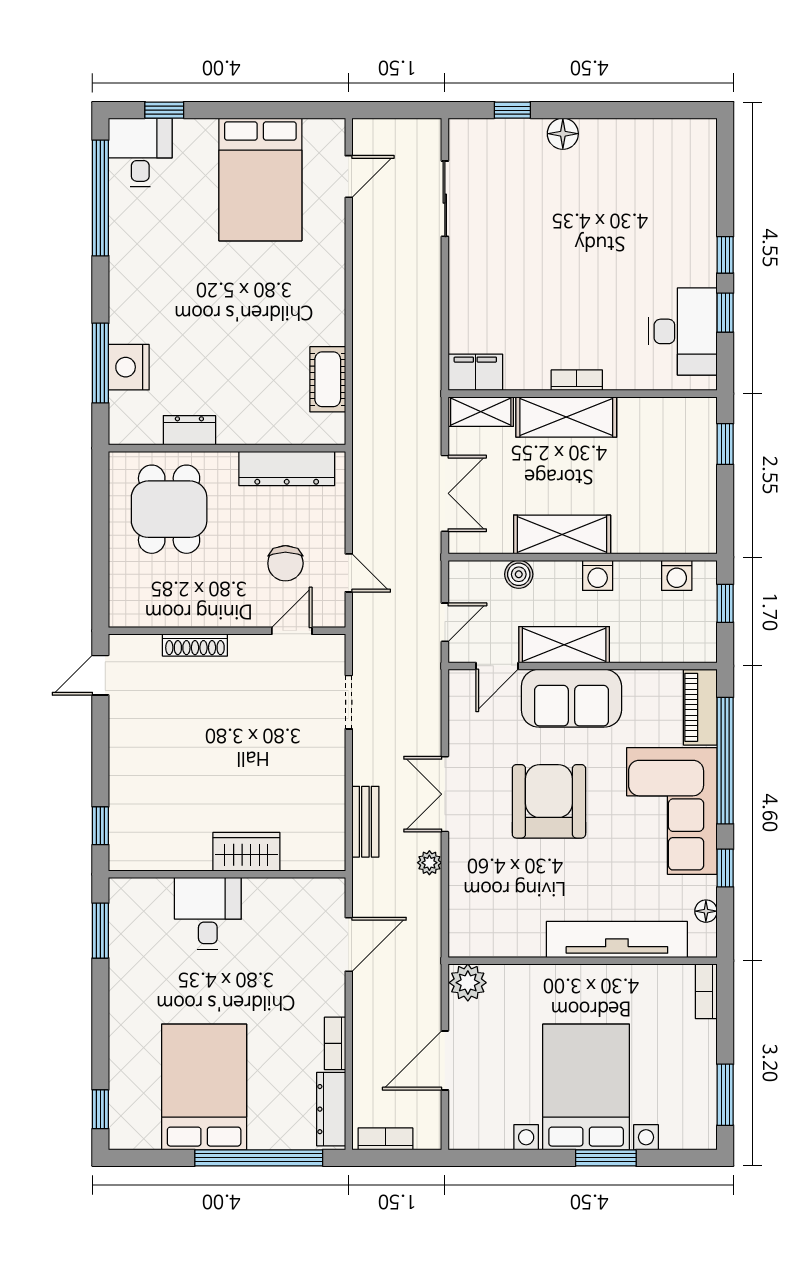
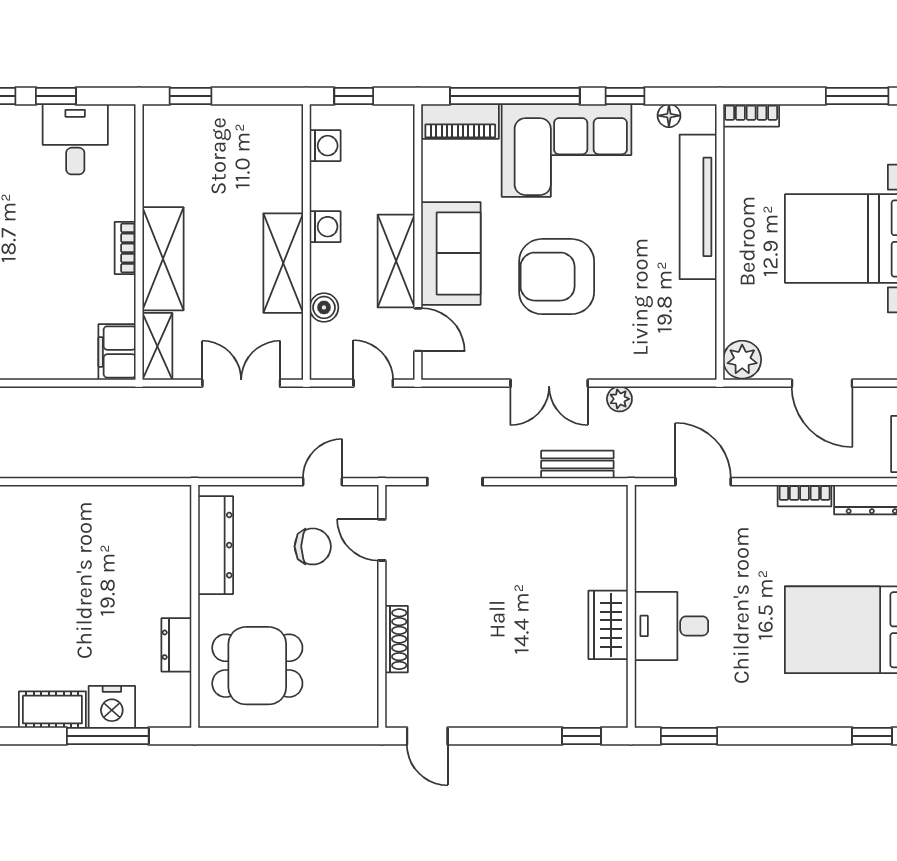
desk: (683, 331) -> (75, 139), width x0.73
cot: (328, 379) -> (52, 710), moved
wardrobe: (246, 852) -> (608, 625), moved

